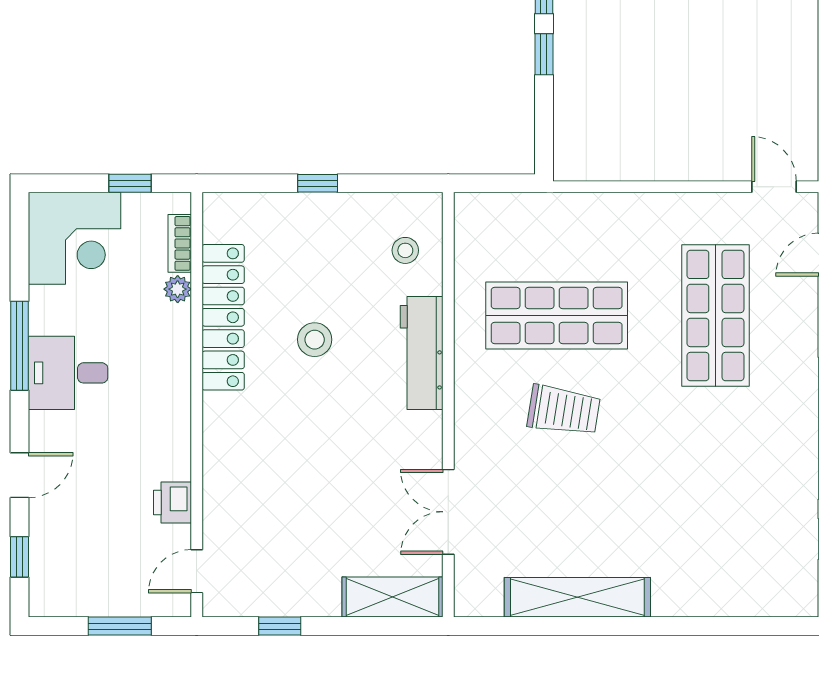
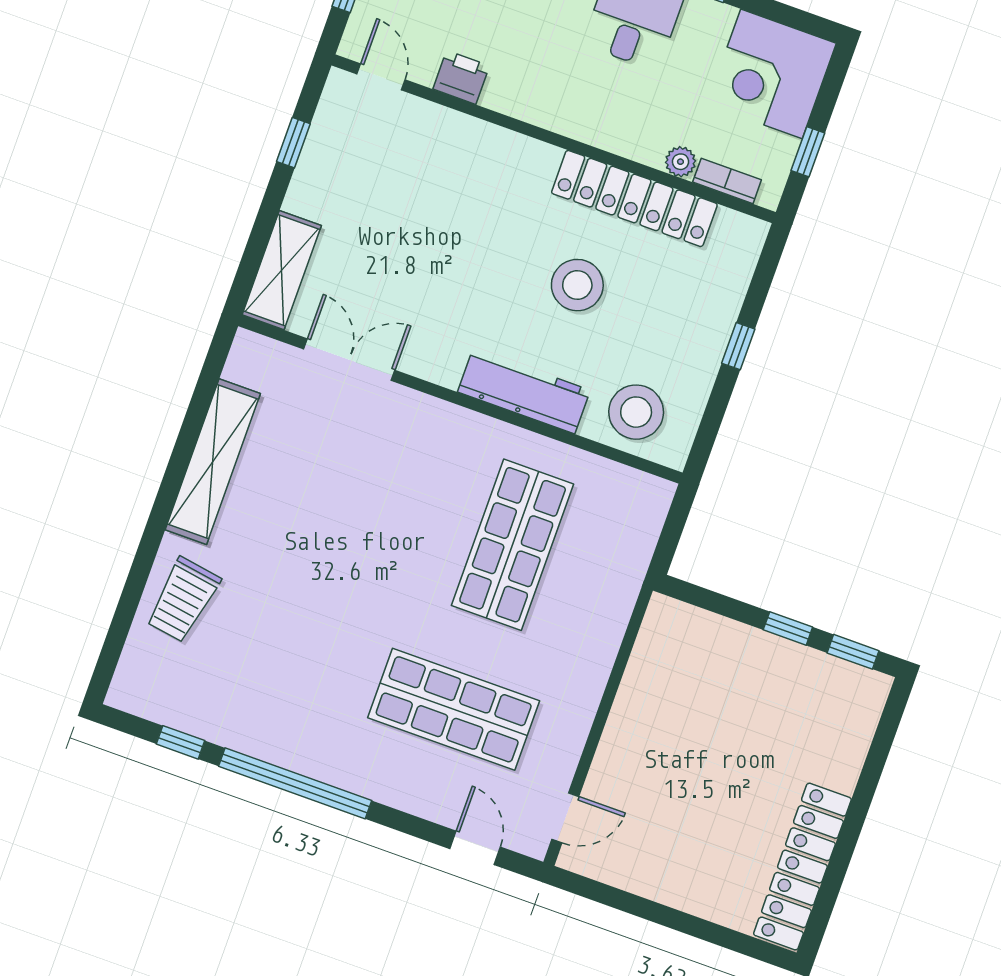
stool: (405, 250) -> (636, 412), width x1.89, depth x1.89
stool: (315, 340) -> (577, 285), width x1.38, depth x1.38
trolley: (564, 410) -> (183, 600), moved

